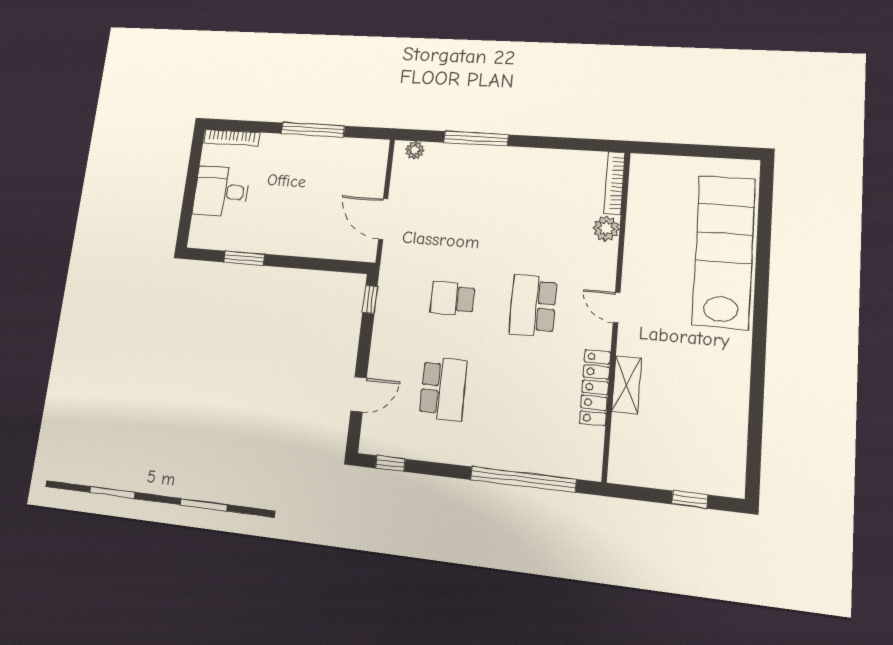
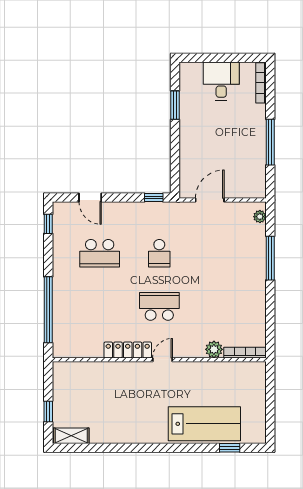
window: (765, 216) -> (230, 448), added
lab bench: (724, 251) -> (204, 424), width x0.73
school desk: (453, 298) -> (159, 253), turned 180
shelving: (627, 385) -> (71, 436), moved
locker: (595, 387) -> (128, 350), moved

